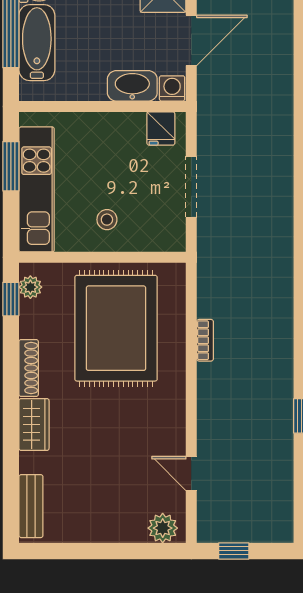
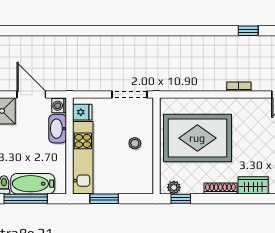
doorway: (191, 187) -> (130, 95), moved
kitchen unit: (37, 189) -> (83, 158), moved, turned 90
bookcase: (205, 340) -> (239, 87), moved

